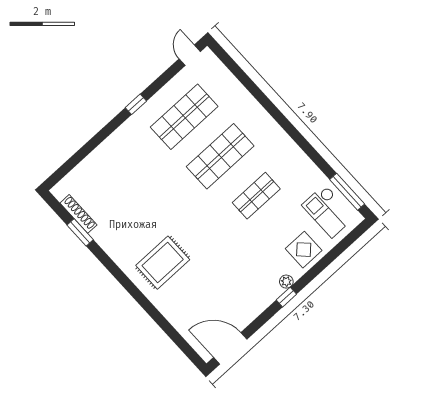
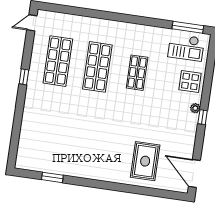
door: (190, 55) -> (32, 23), hinge flipped
shoe rack: (78, 214) -> (43, 168), removed
rug: (163, 263) -> (145, 161), moved
door: (230, 348) -> (194, 173), hinge flipped

